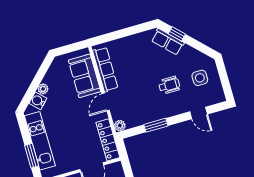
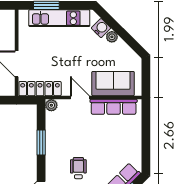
wheelchair: (169, 85) -> (78, 168), turned 180

